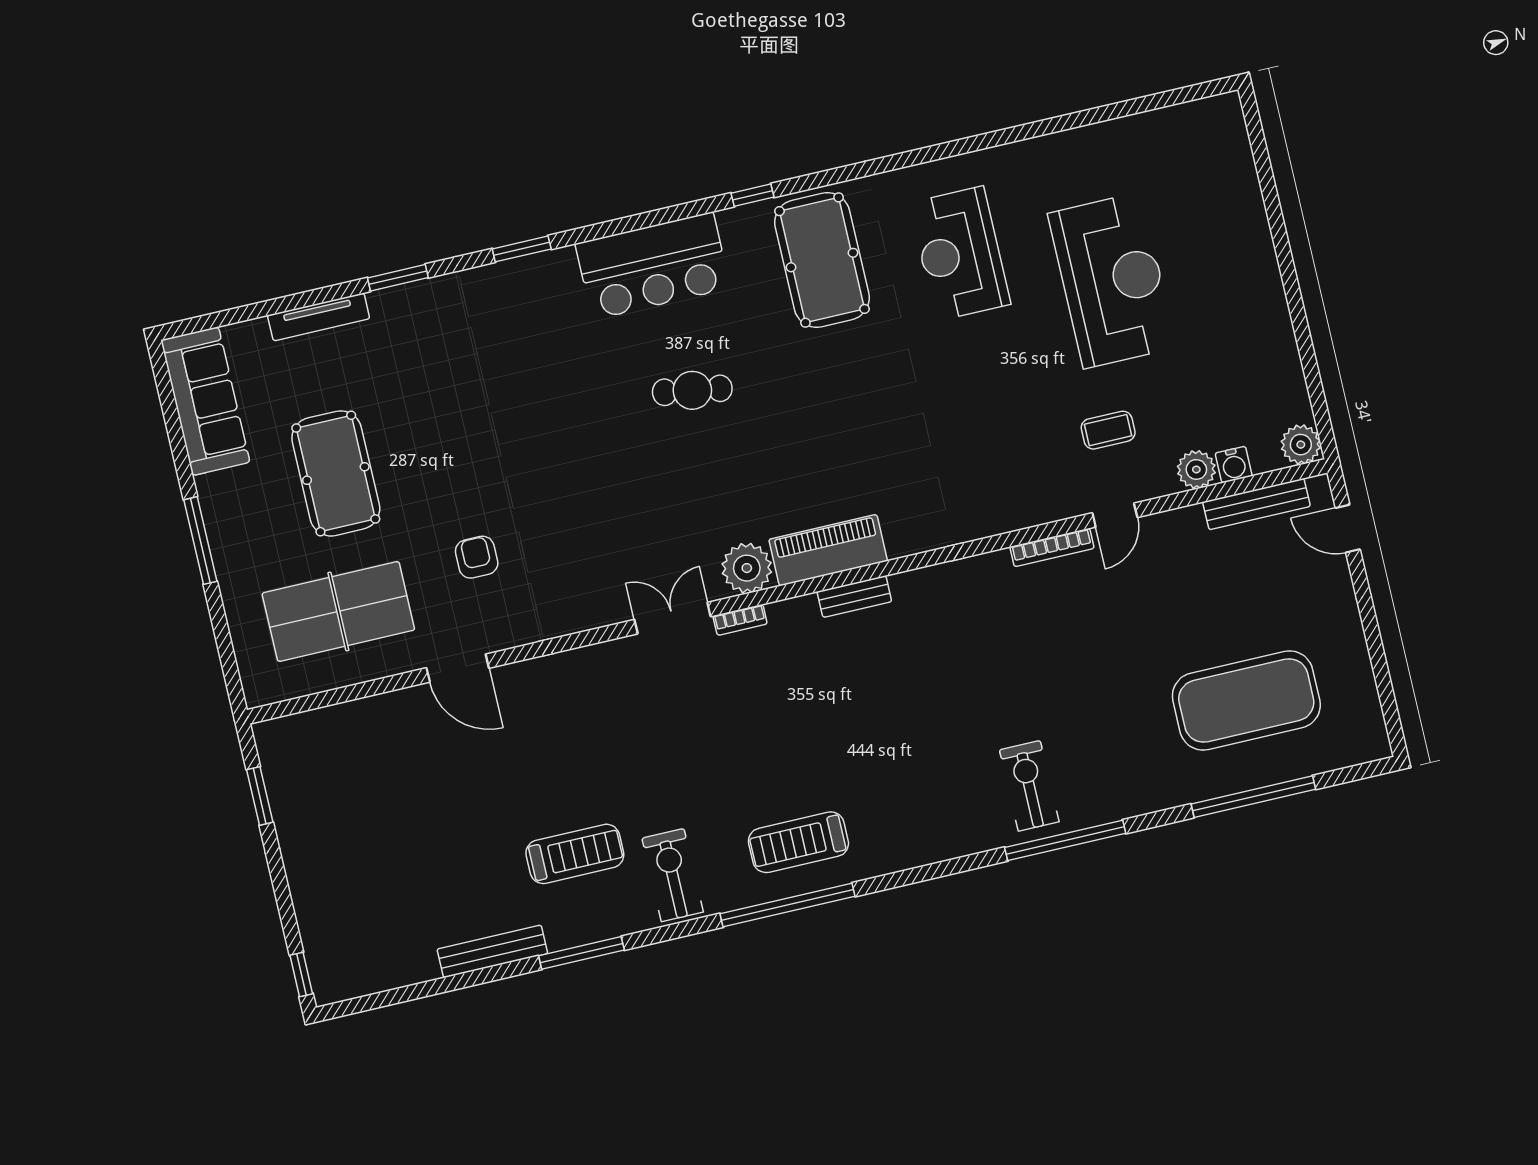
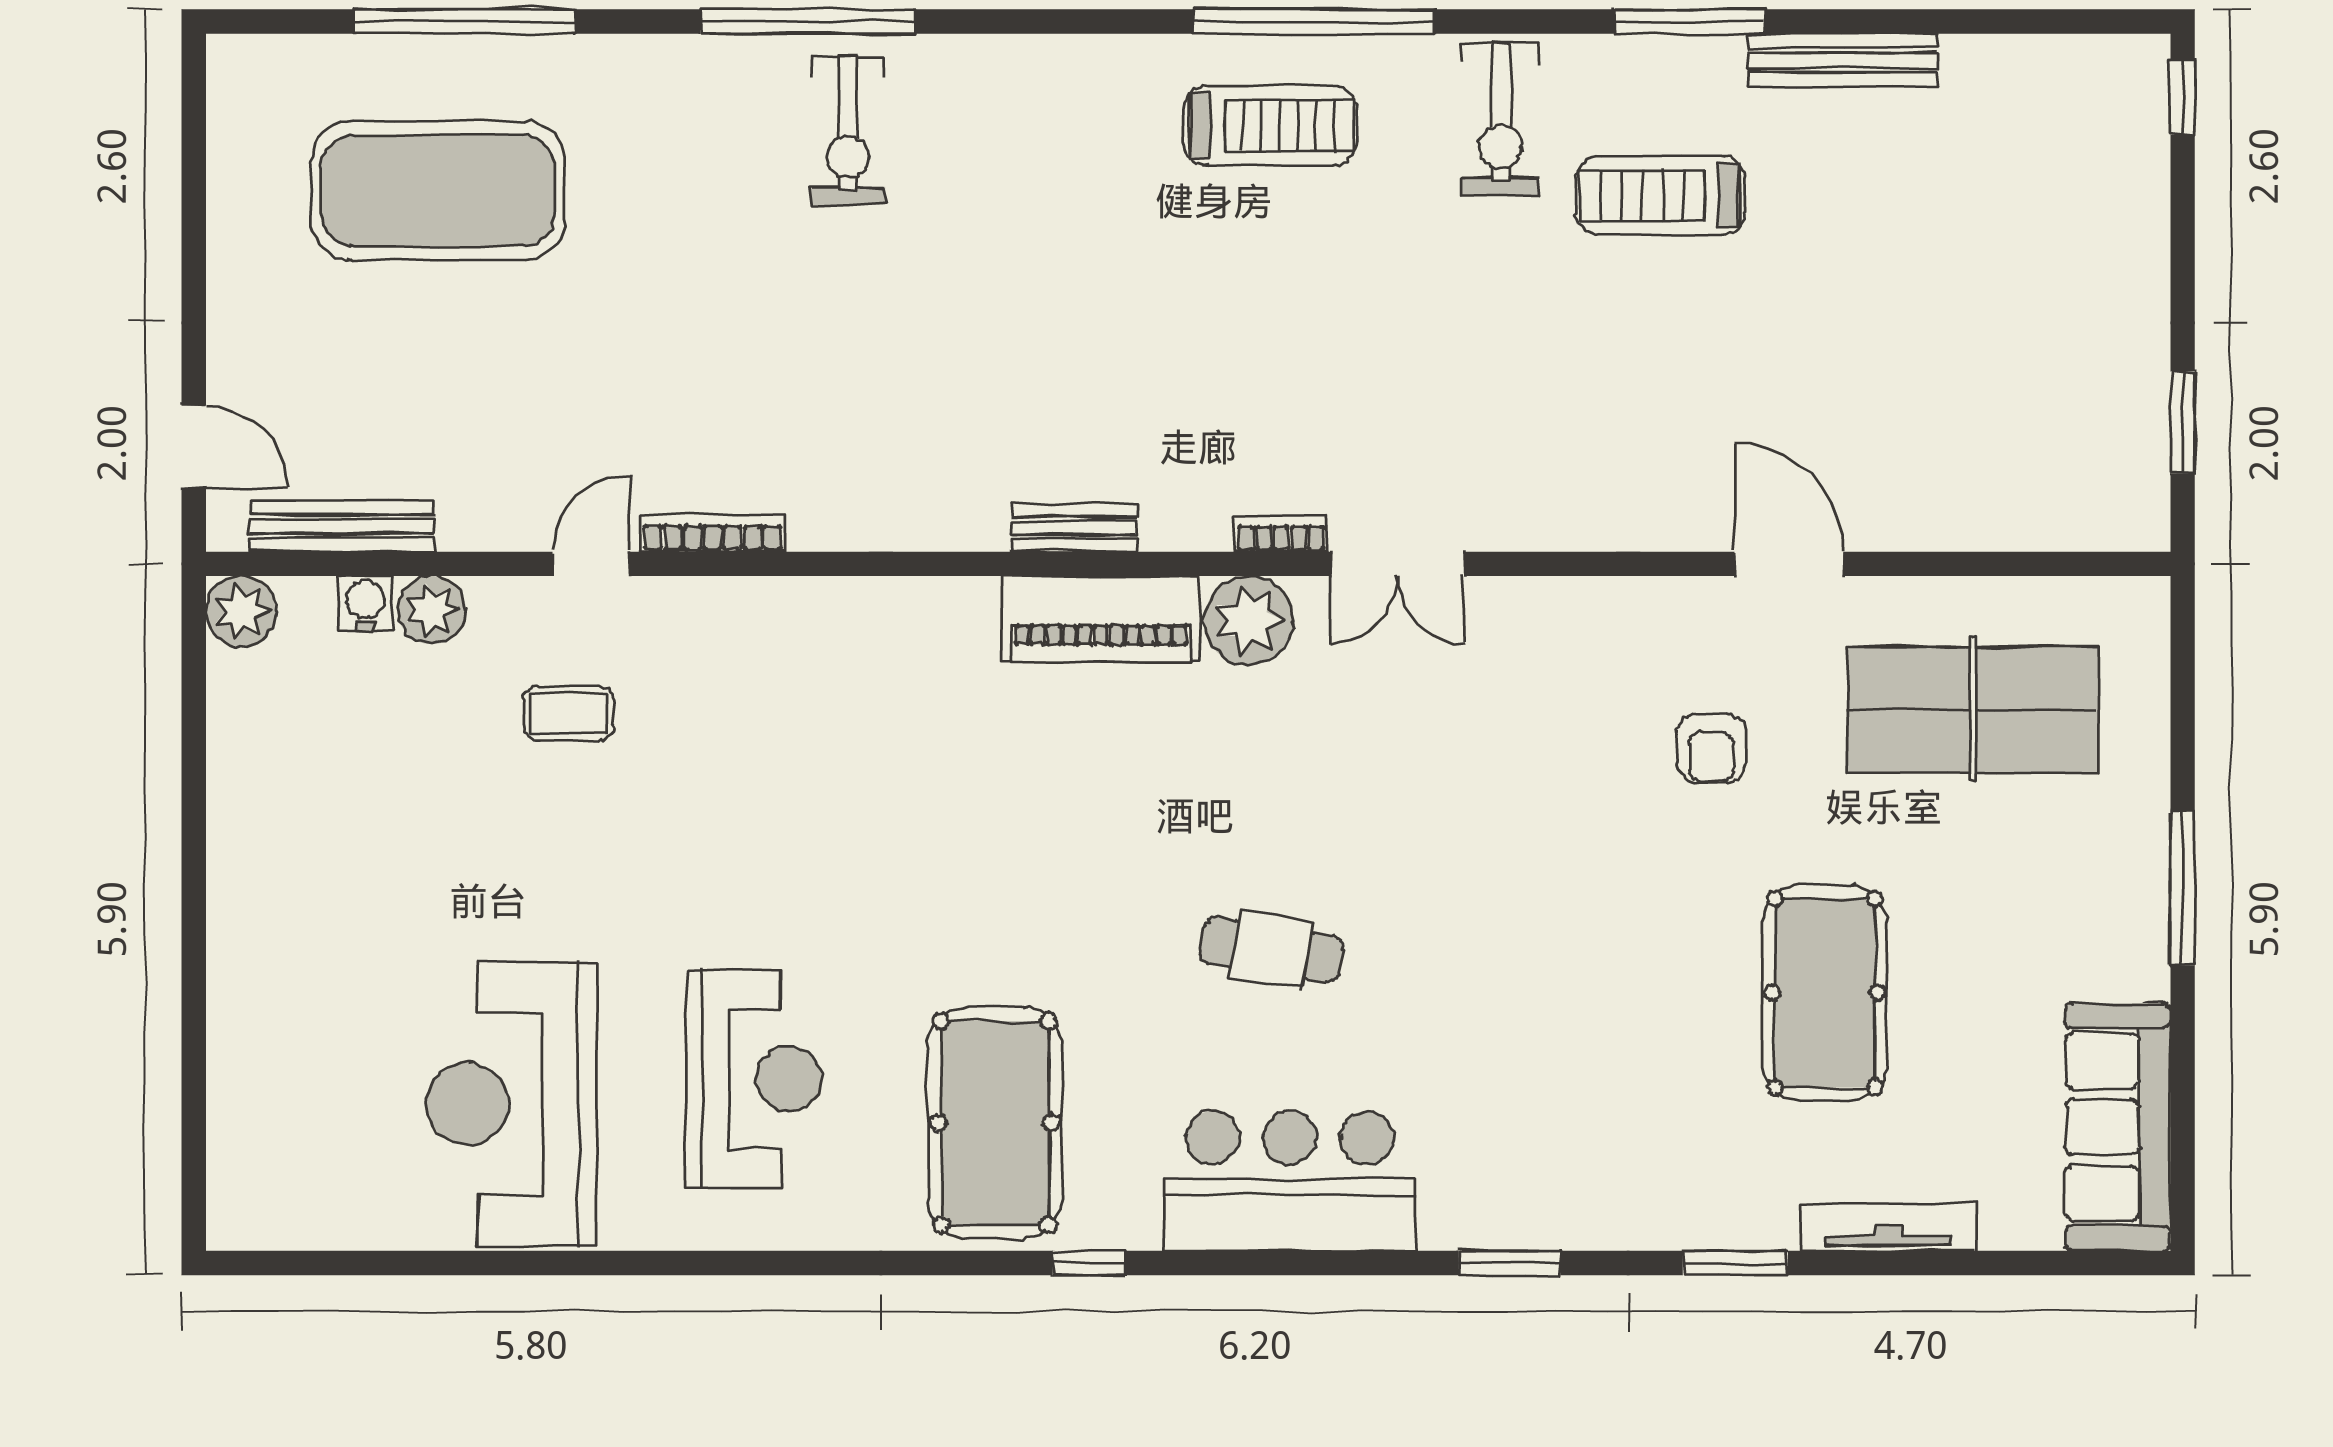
reception desk: (1112, 280) -> (512, 1104), moved
pool table: (336, 473) -> (1825, 993), moved

